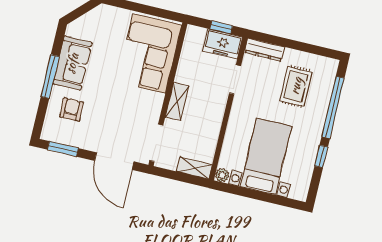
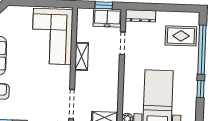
rug: (296, 86) -> (181, 36), moved, turned 90
shelving: (177, 102) -> (82, 56), moved

